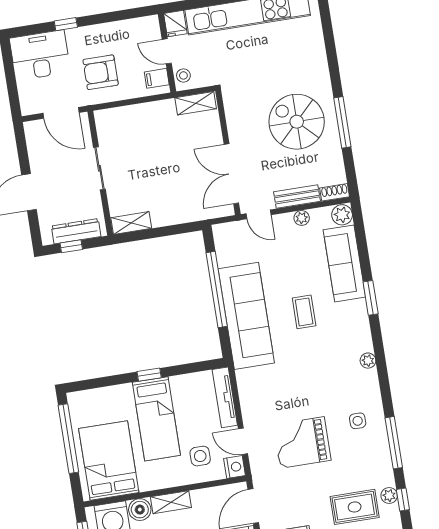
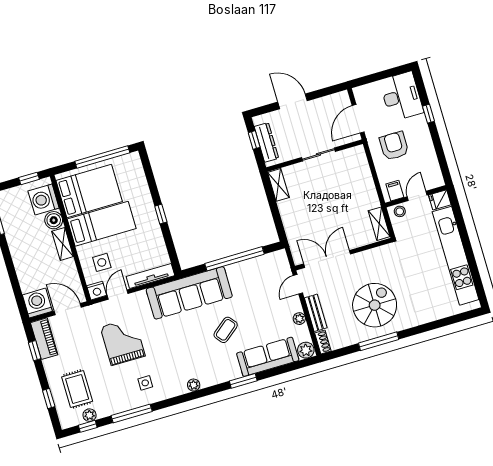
coffee table: (304, 312) -> (226, 330), turned -39
sofa: (246, 316) -> (189, 293), moved
bed: (156, 419) -> (102, 224), moved, turned 180

